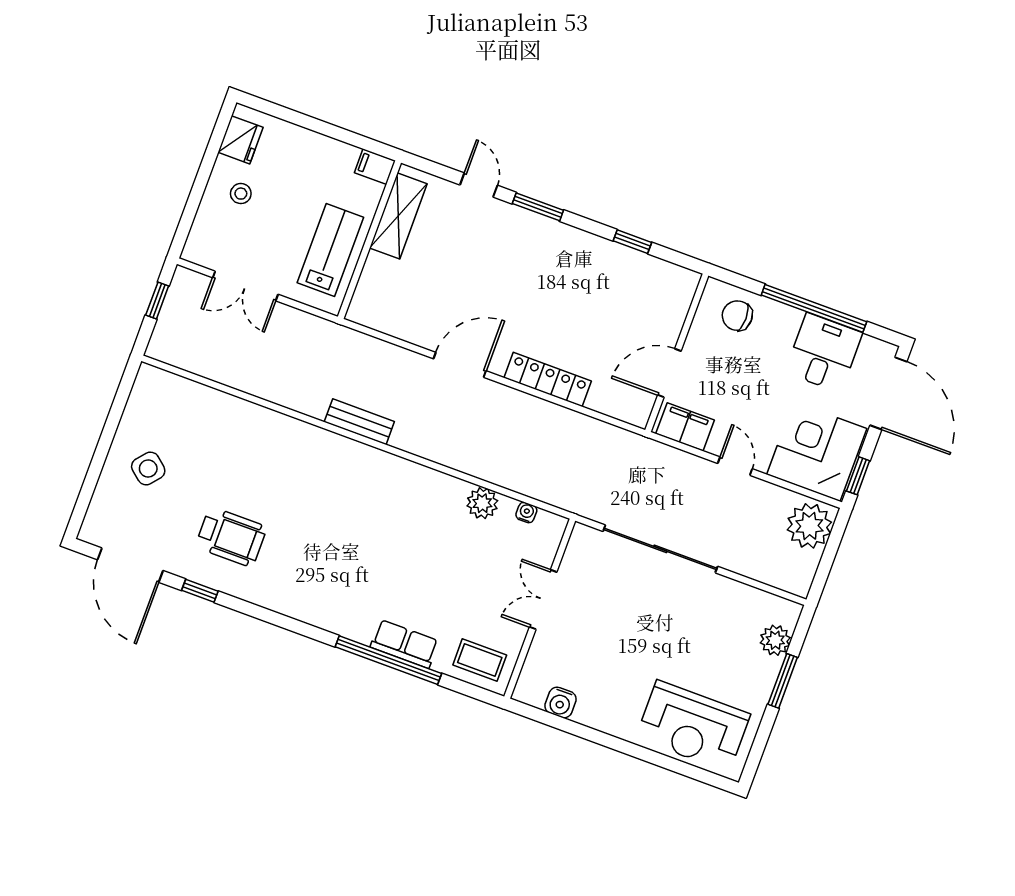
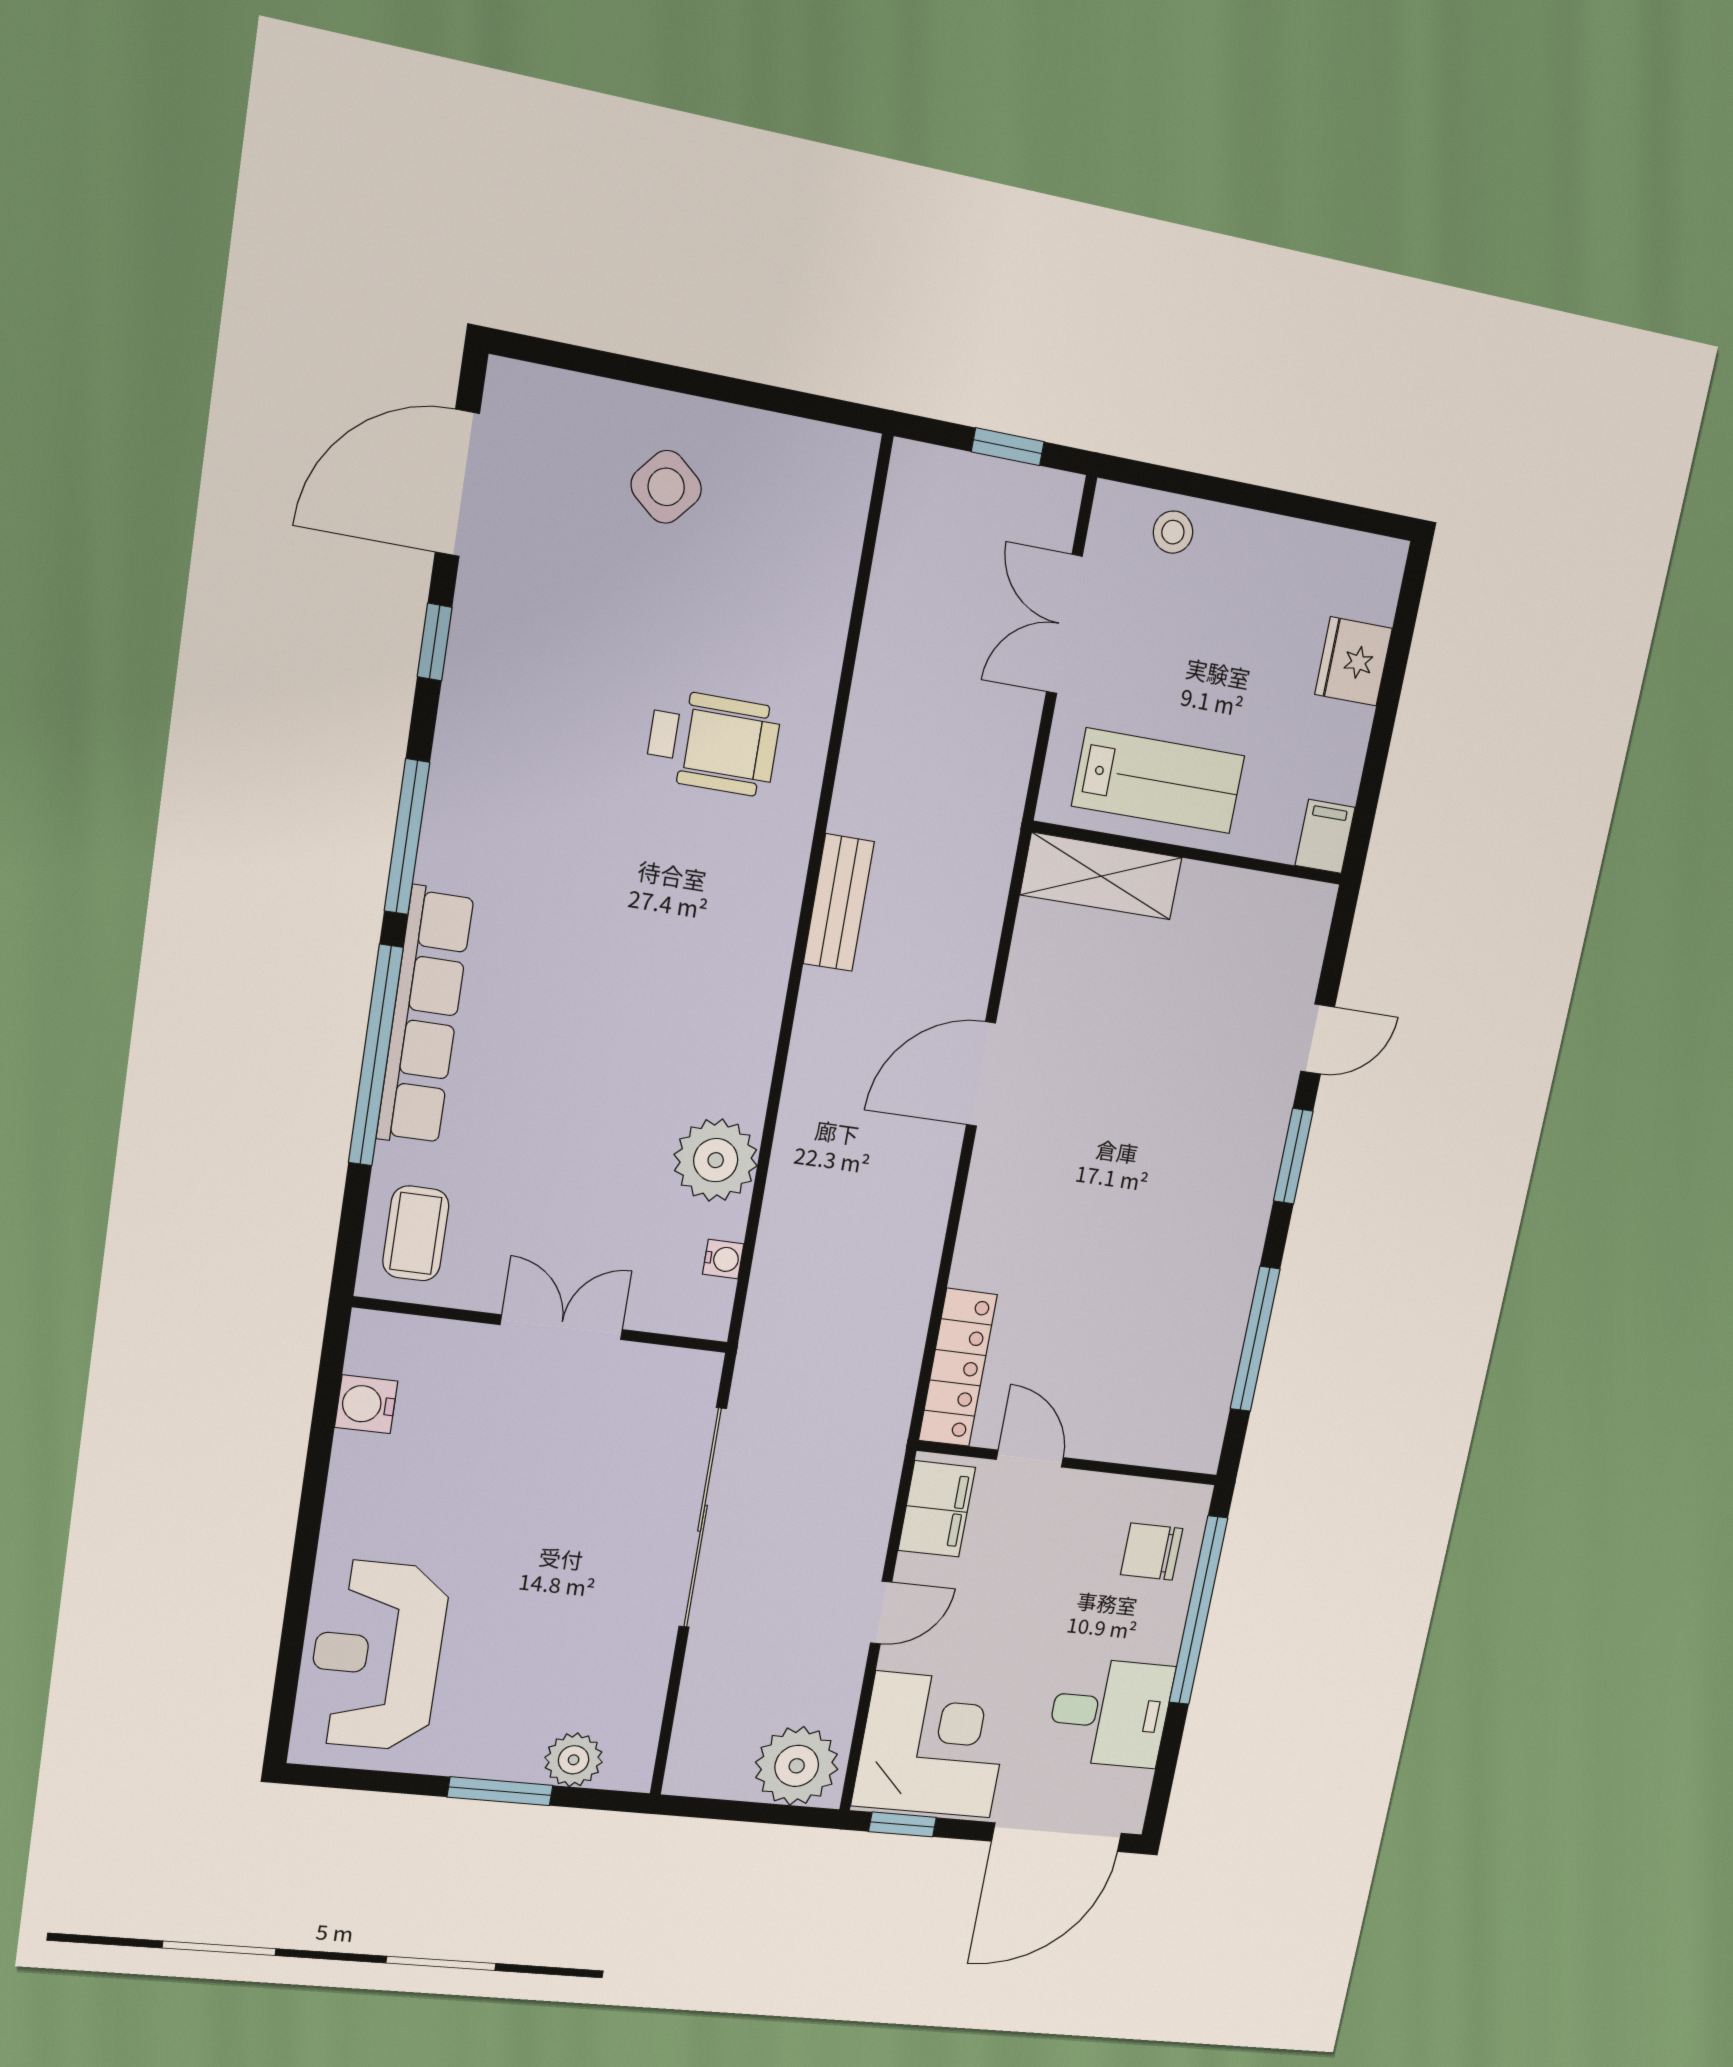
fridge: (240, 140) -> (1353, 661), moved, turned 90
stool: (241, 194) -> (1173, 532), moved
shelving: (398, 216) -> (1101, 876), moved
window: (632, 242) -> (1255, 1339), width x2.17
window: (814, 308) -> (1198, 1611), moved
chair: (737, 316) -> (1152, 1552), turned -90
door: (460, 365) -> (981, 1074), swing flipped
door: (669, 373) -> (1030, 1459), width x0.73
locker: (548, 379) -> (958, 1368), moved
plant: (482, 503) -> (716, 1160), width x1.36, depth x1.36
wheelchair: (231, 537) -> (713, 743), moved, turned -90
window: (287, 623) -> (407, 837), added
row of seats: (404, 644) -> (425, 1017), width x2.02

